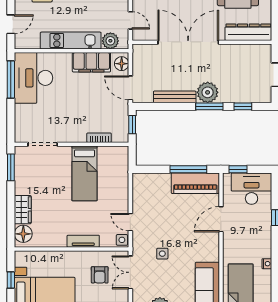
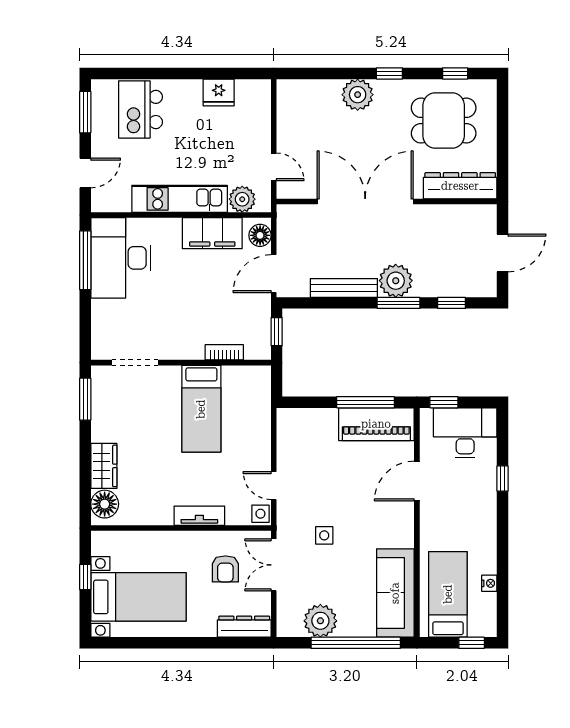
door: (130, 88) -> (274, 274), hinge flipped
nightstand: (267, 264) -> (489, 583), moved

